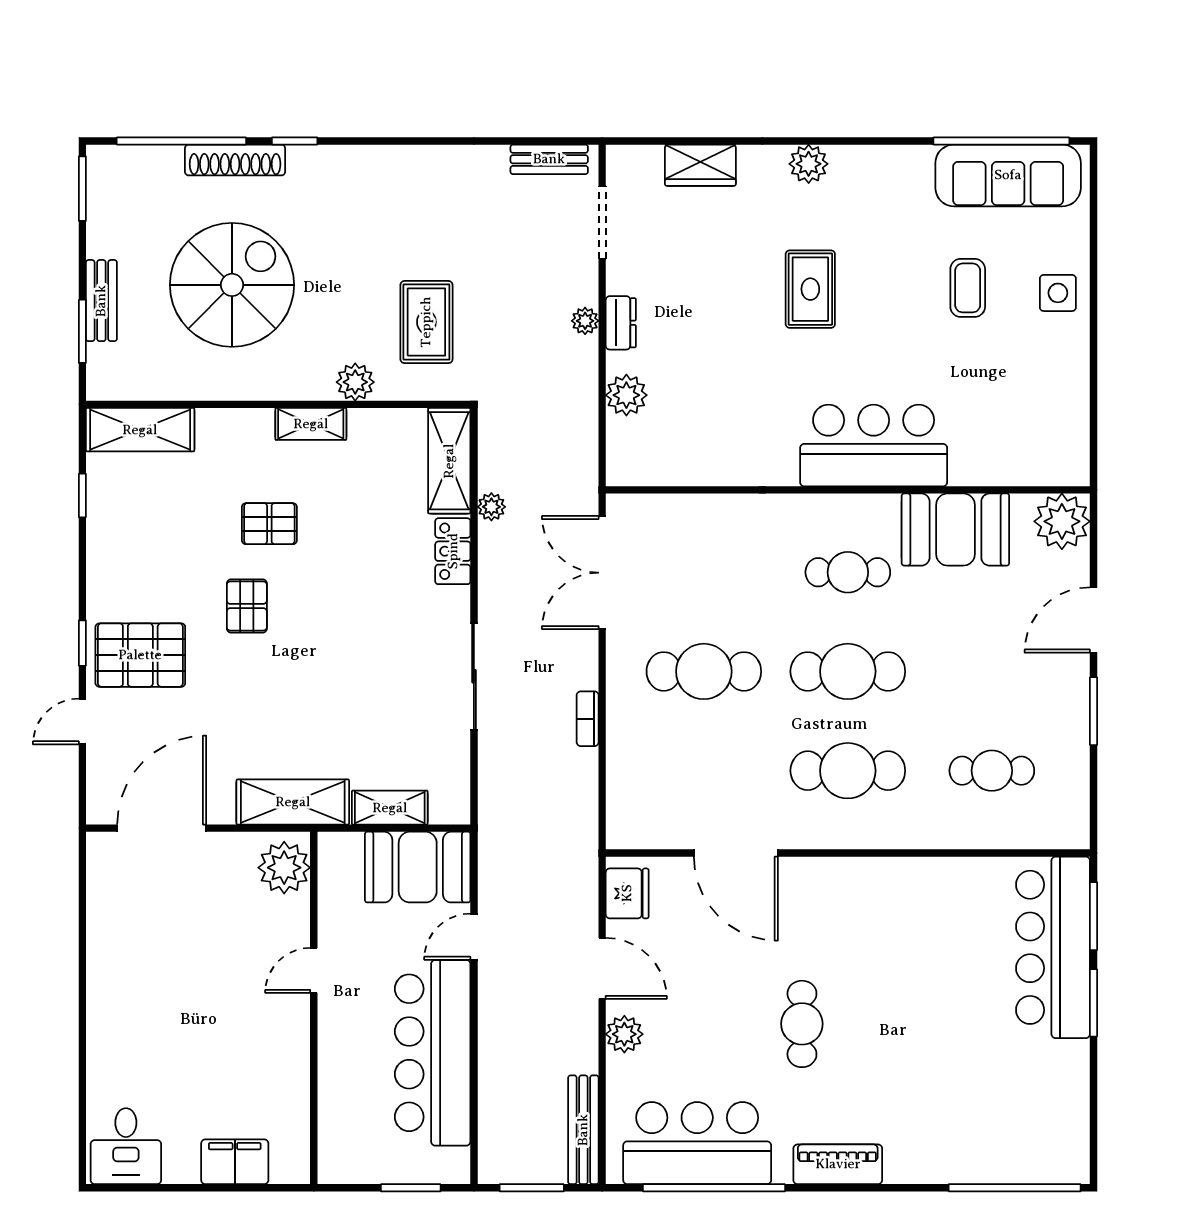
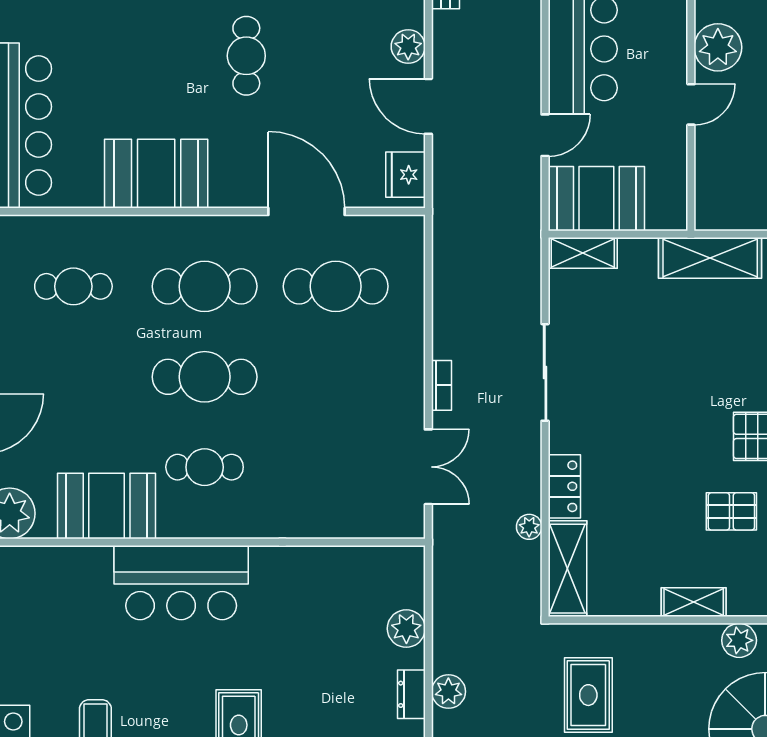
plant: (585, 321) -> (448, 692), width x1.38, depth x1.38
plant: (355, 382) -> (739, 640), moved
double door: (602, 573) -> (428, 467), width x0.73
cafe table: (704, 671) -> (336, 286), moved
bookcase: (588, 719) -> (442, 385), moved
shelving: (390, 808) -> (583, 253), moved
plant: (284, 868) -> (718, 47), moved
booth: (901, 895) -> (156, 174), added

